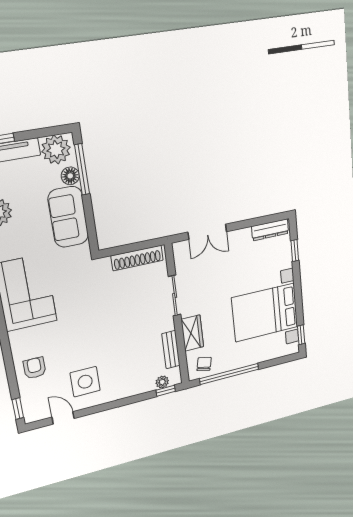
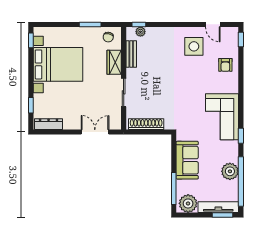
floor lamp: (70, 176) -> (182, 186), removed
window: (229, 374) -> (90, 24), width x0.47

